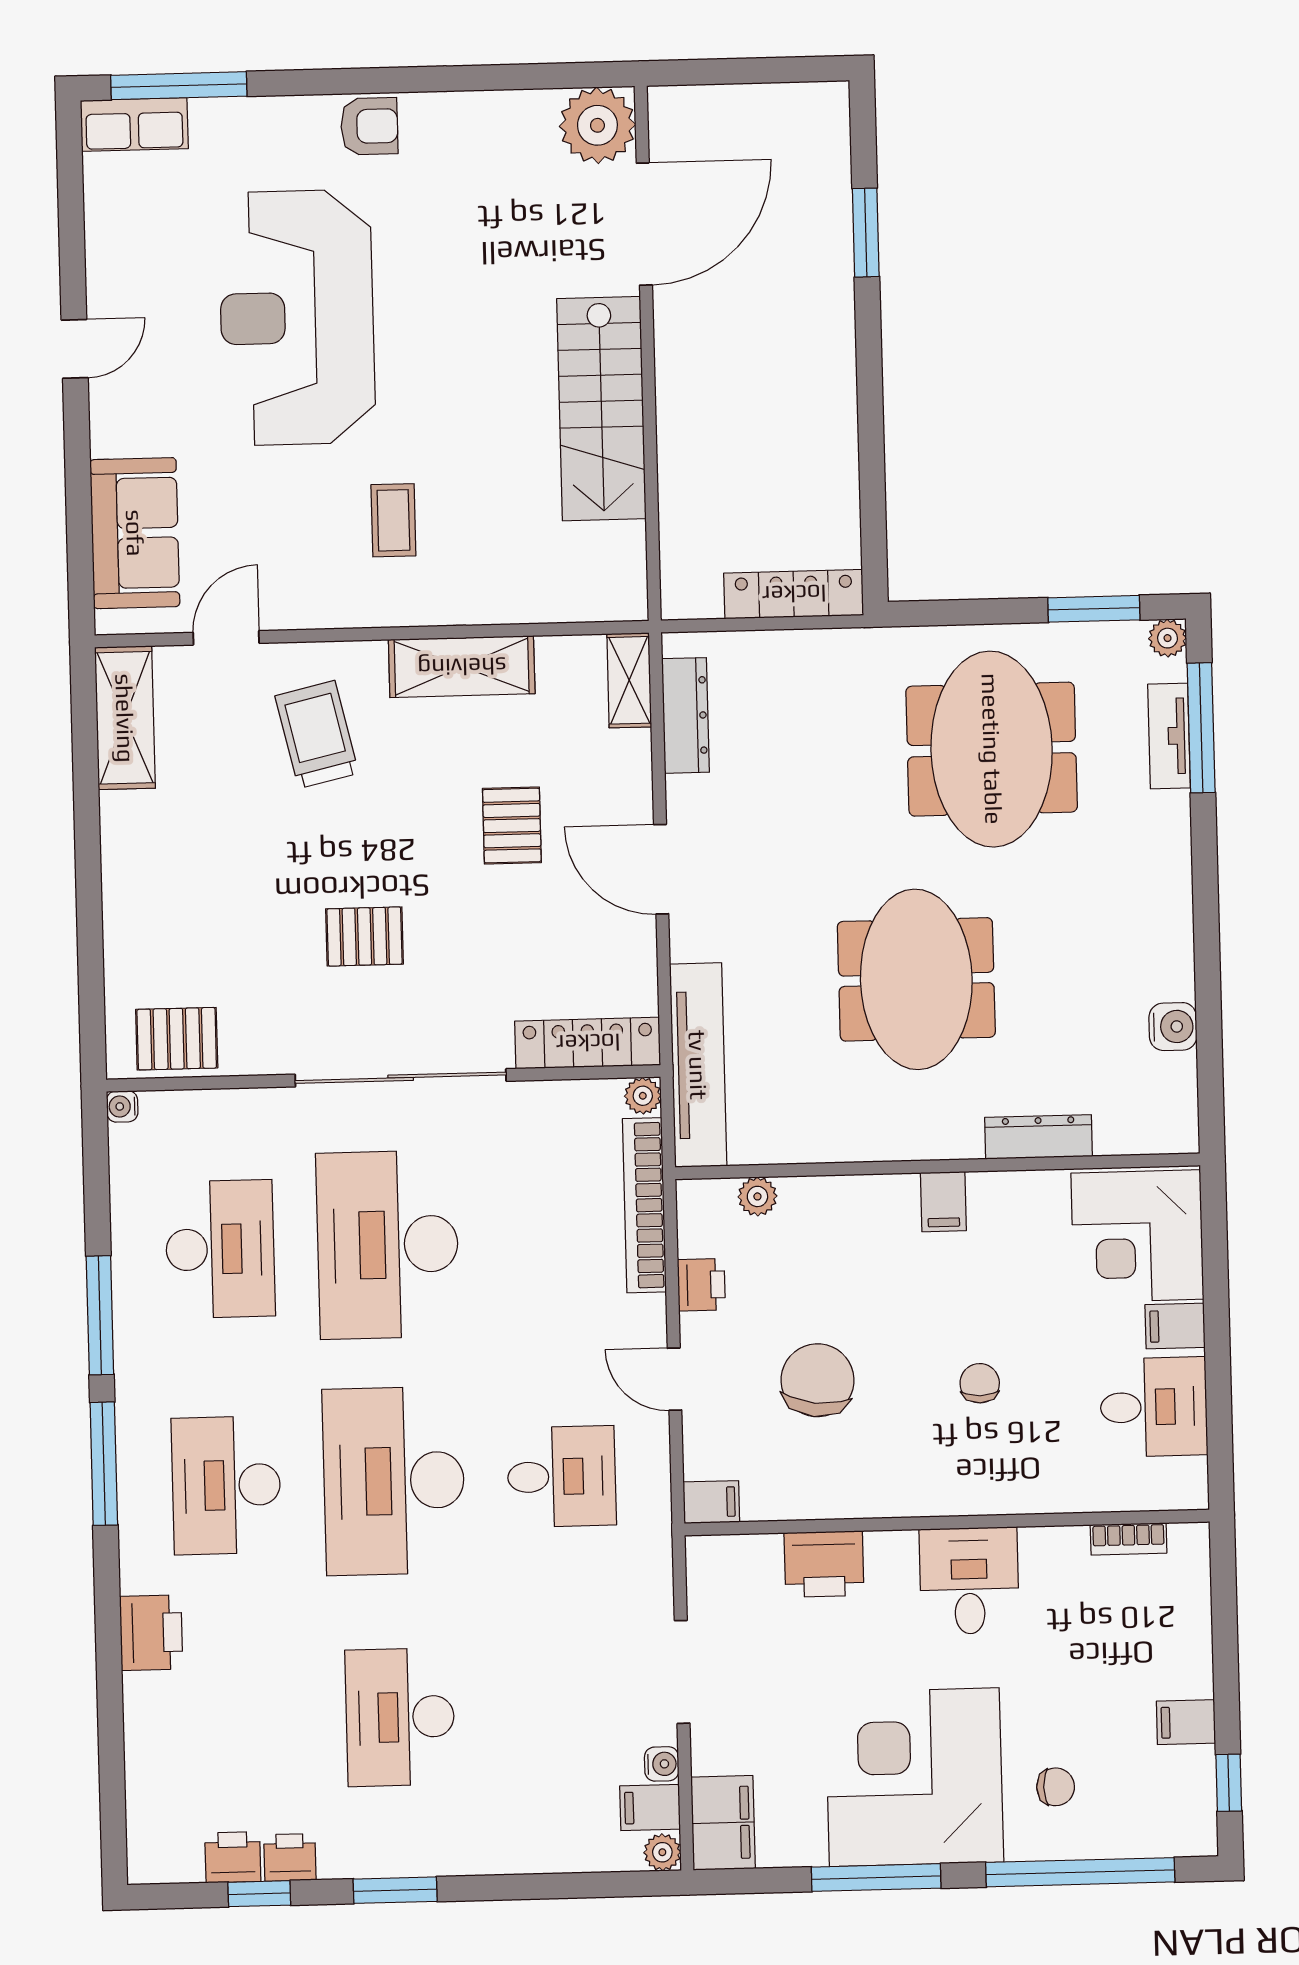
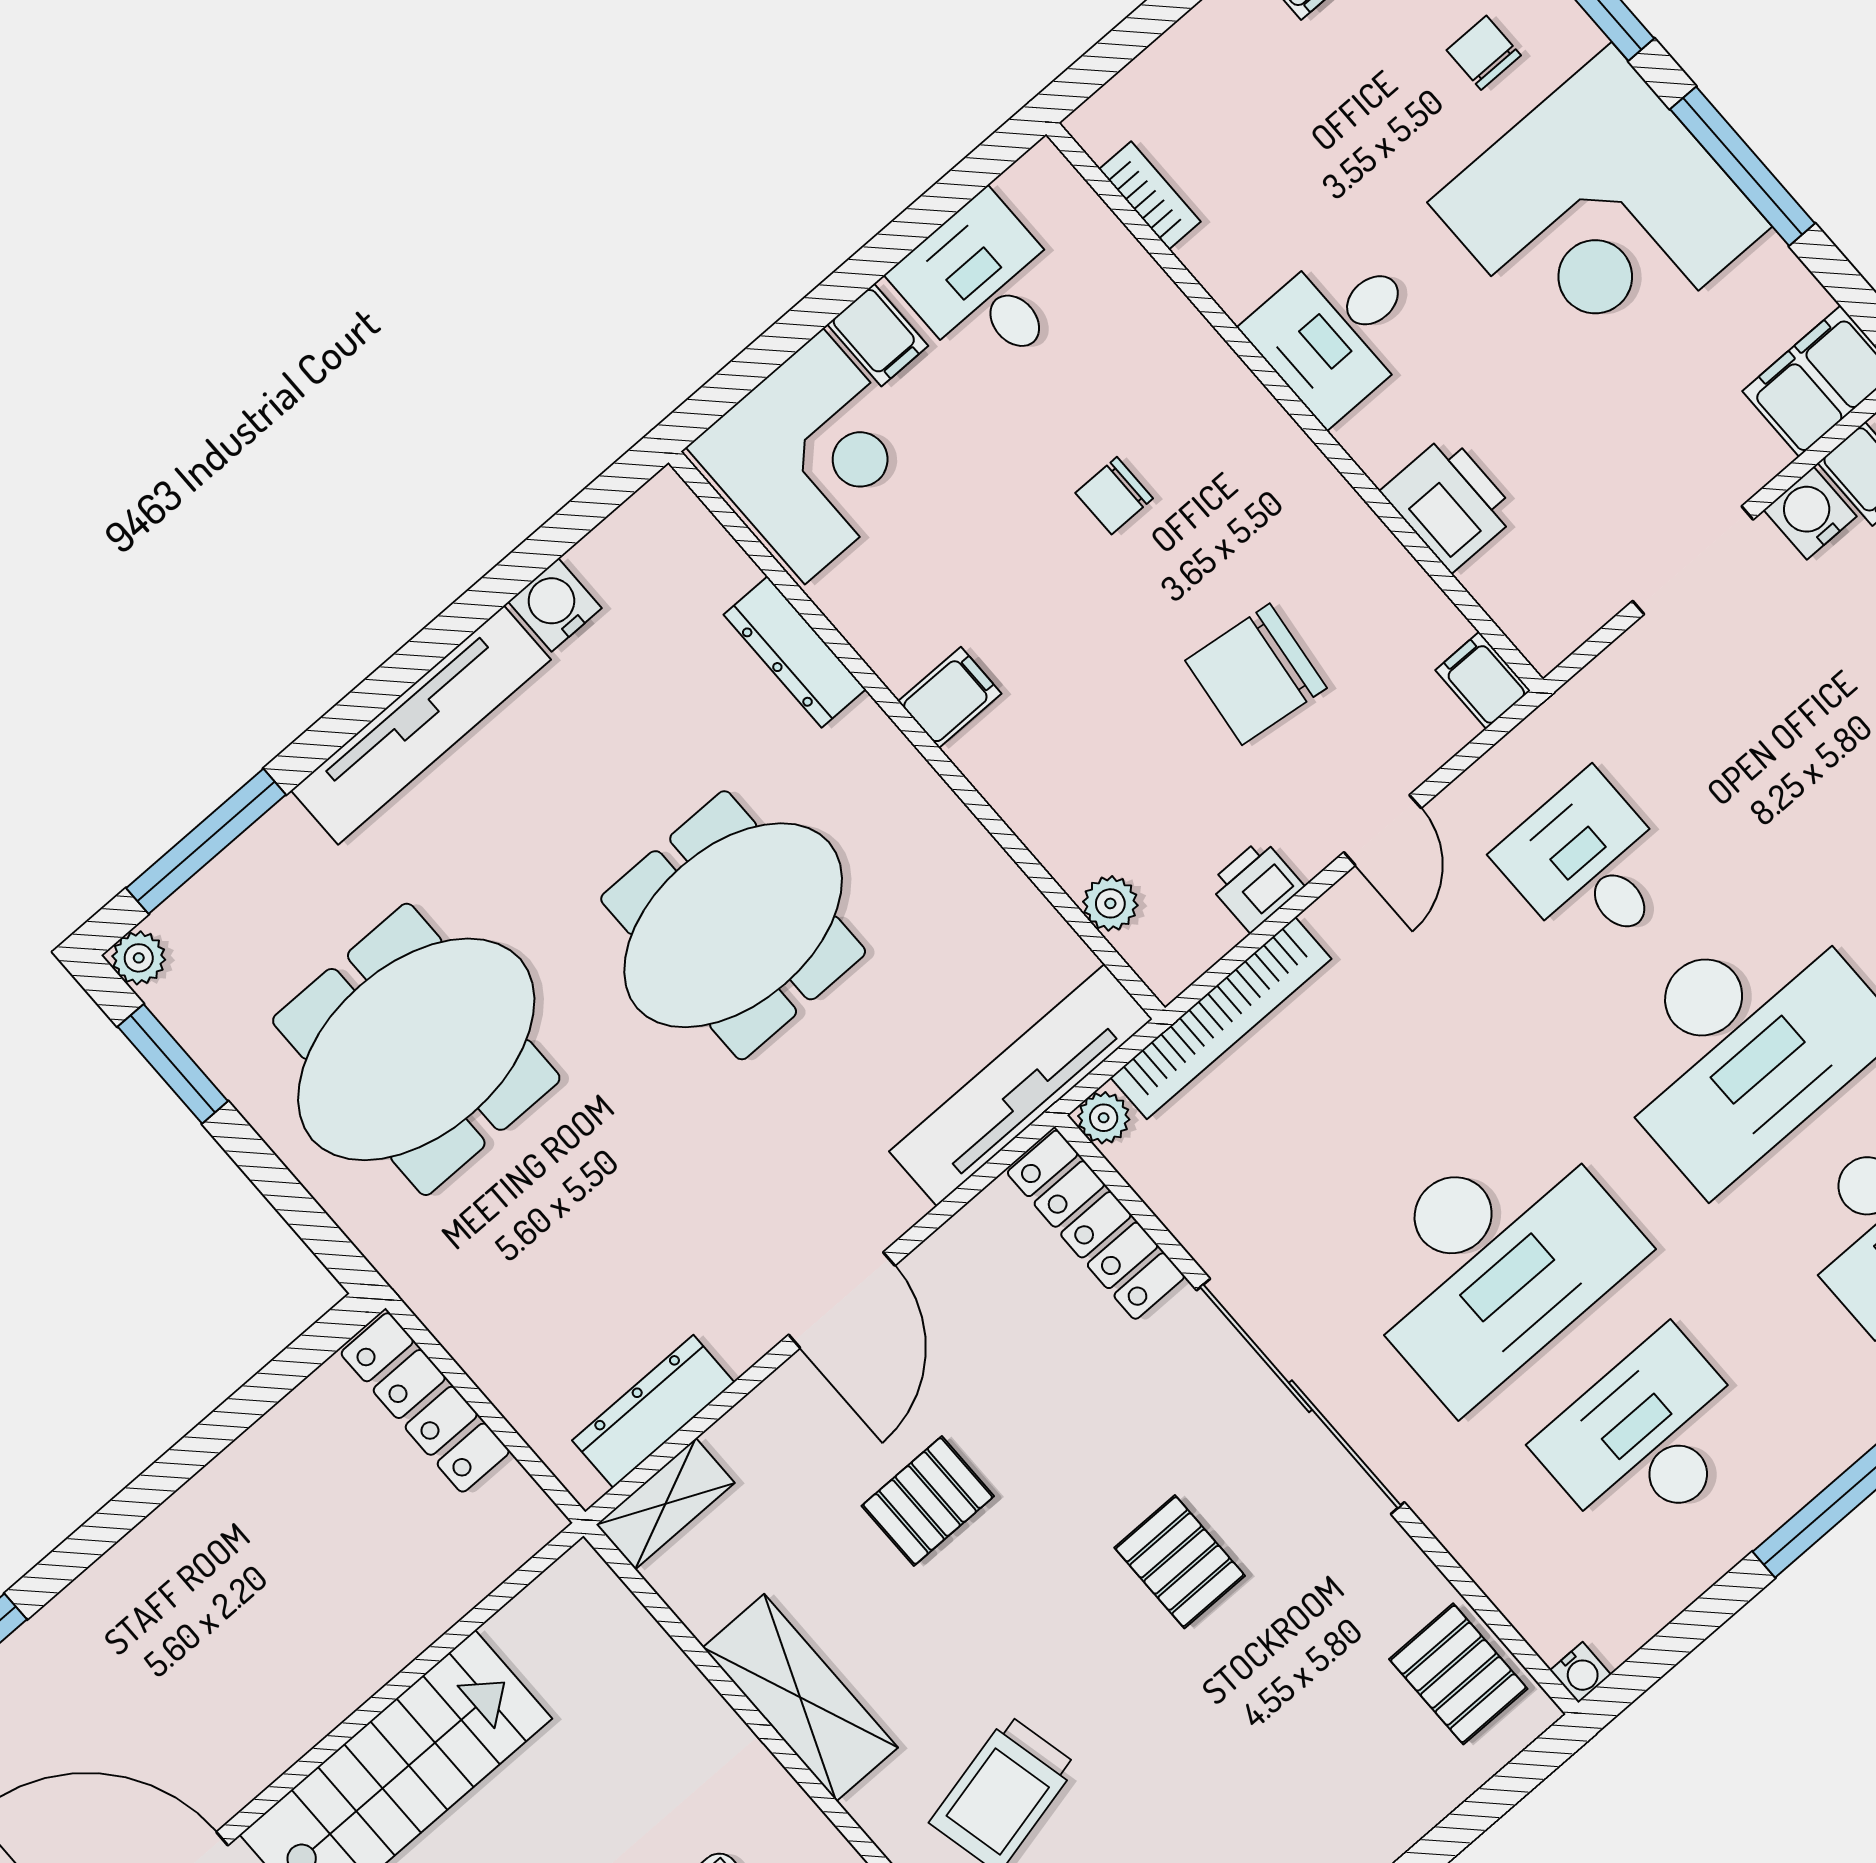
tv unit: (1169, 736) -> (421, 725), moved, width x1.92, depth x1.29
water cooler: (662, 1764) -> (1810, 513), width x1.38, depth x1.38

